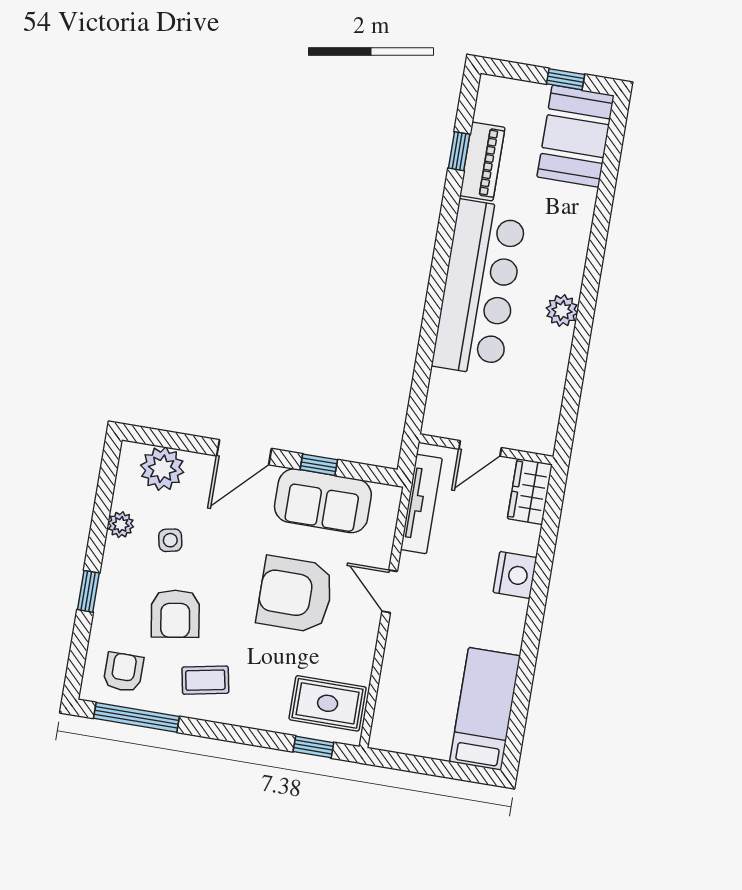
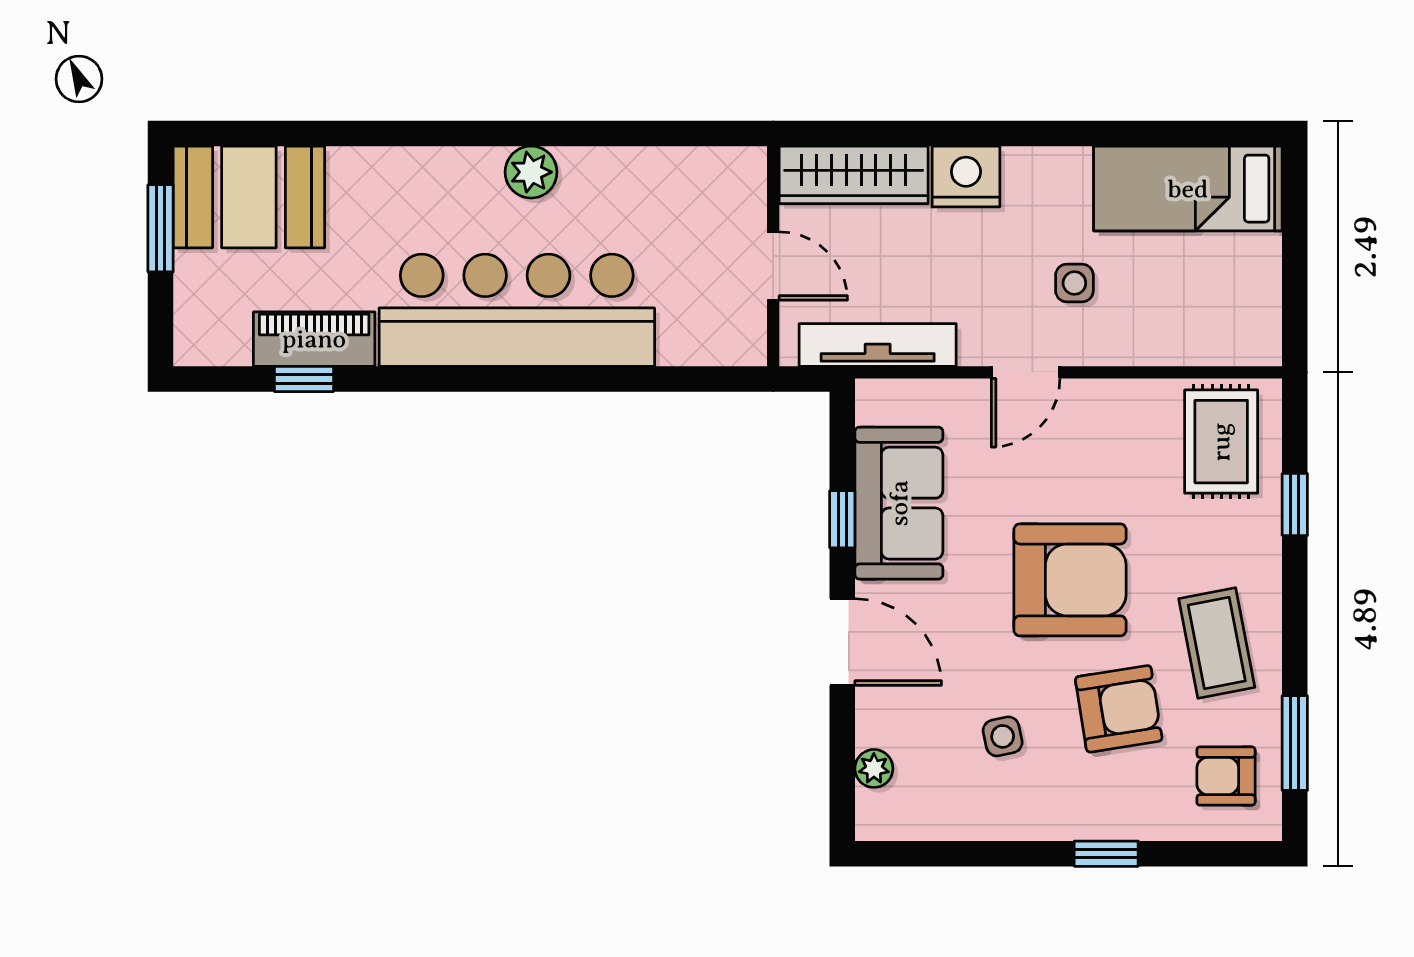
window: (566, 79) -> (161, 228), width x1.50
plant: (162, 469) -> (874, 768), width x0.53, depth x0.53
wardrobe: (530, 492) -> (854, 175), width x1.50
plant: (121, 525) -> (991, 820), removed
armchair: (295, 594) -> (1070, 580), moved, turned -90
side table: (439, 630) -> (1074, 283), added
coffee table: (205, 680) -> (1217, 643), width x1.36, depth x1.30
window: (136, 717) -> (1295, 743), width x0.69
window: (313, 747) -> (1295, 505), moved

